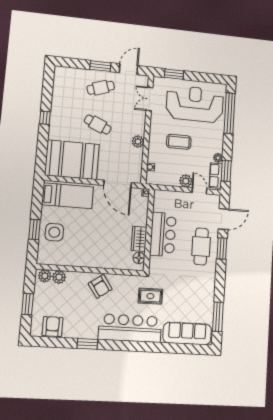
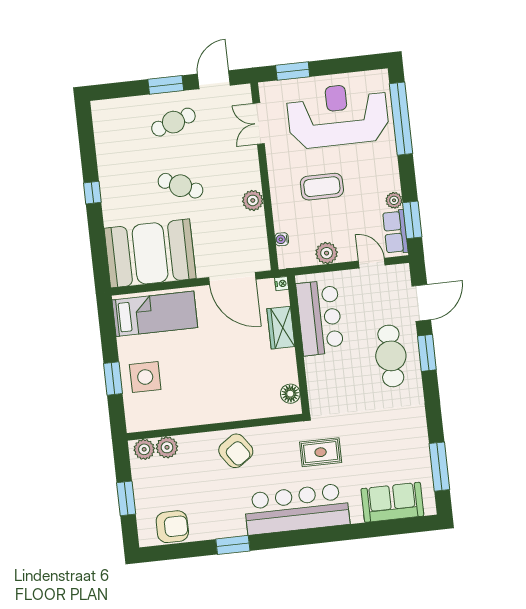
plant: (186, 181) -> (327, 253), moved
bar counter: (163, 234) -> (320, 318), moved
wardrobe: (139, 239) -> (281, 328), moved
armchair: (53, 326) -> (172, 527), turned 90
sofa: (187, 334) -> (392, 502), width x0.73

